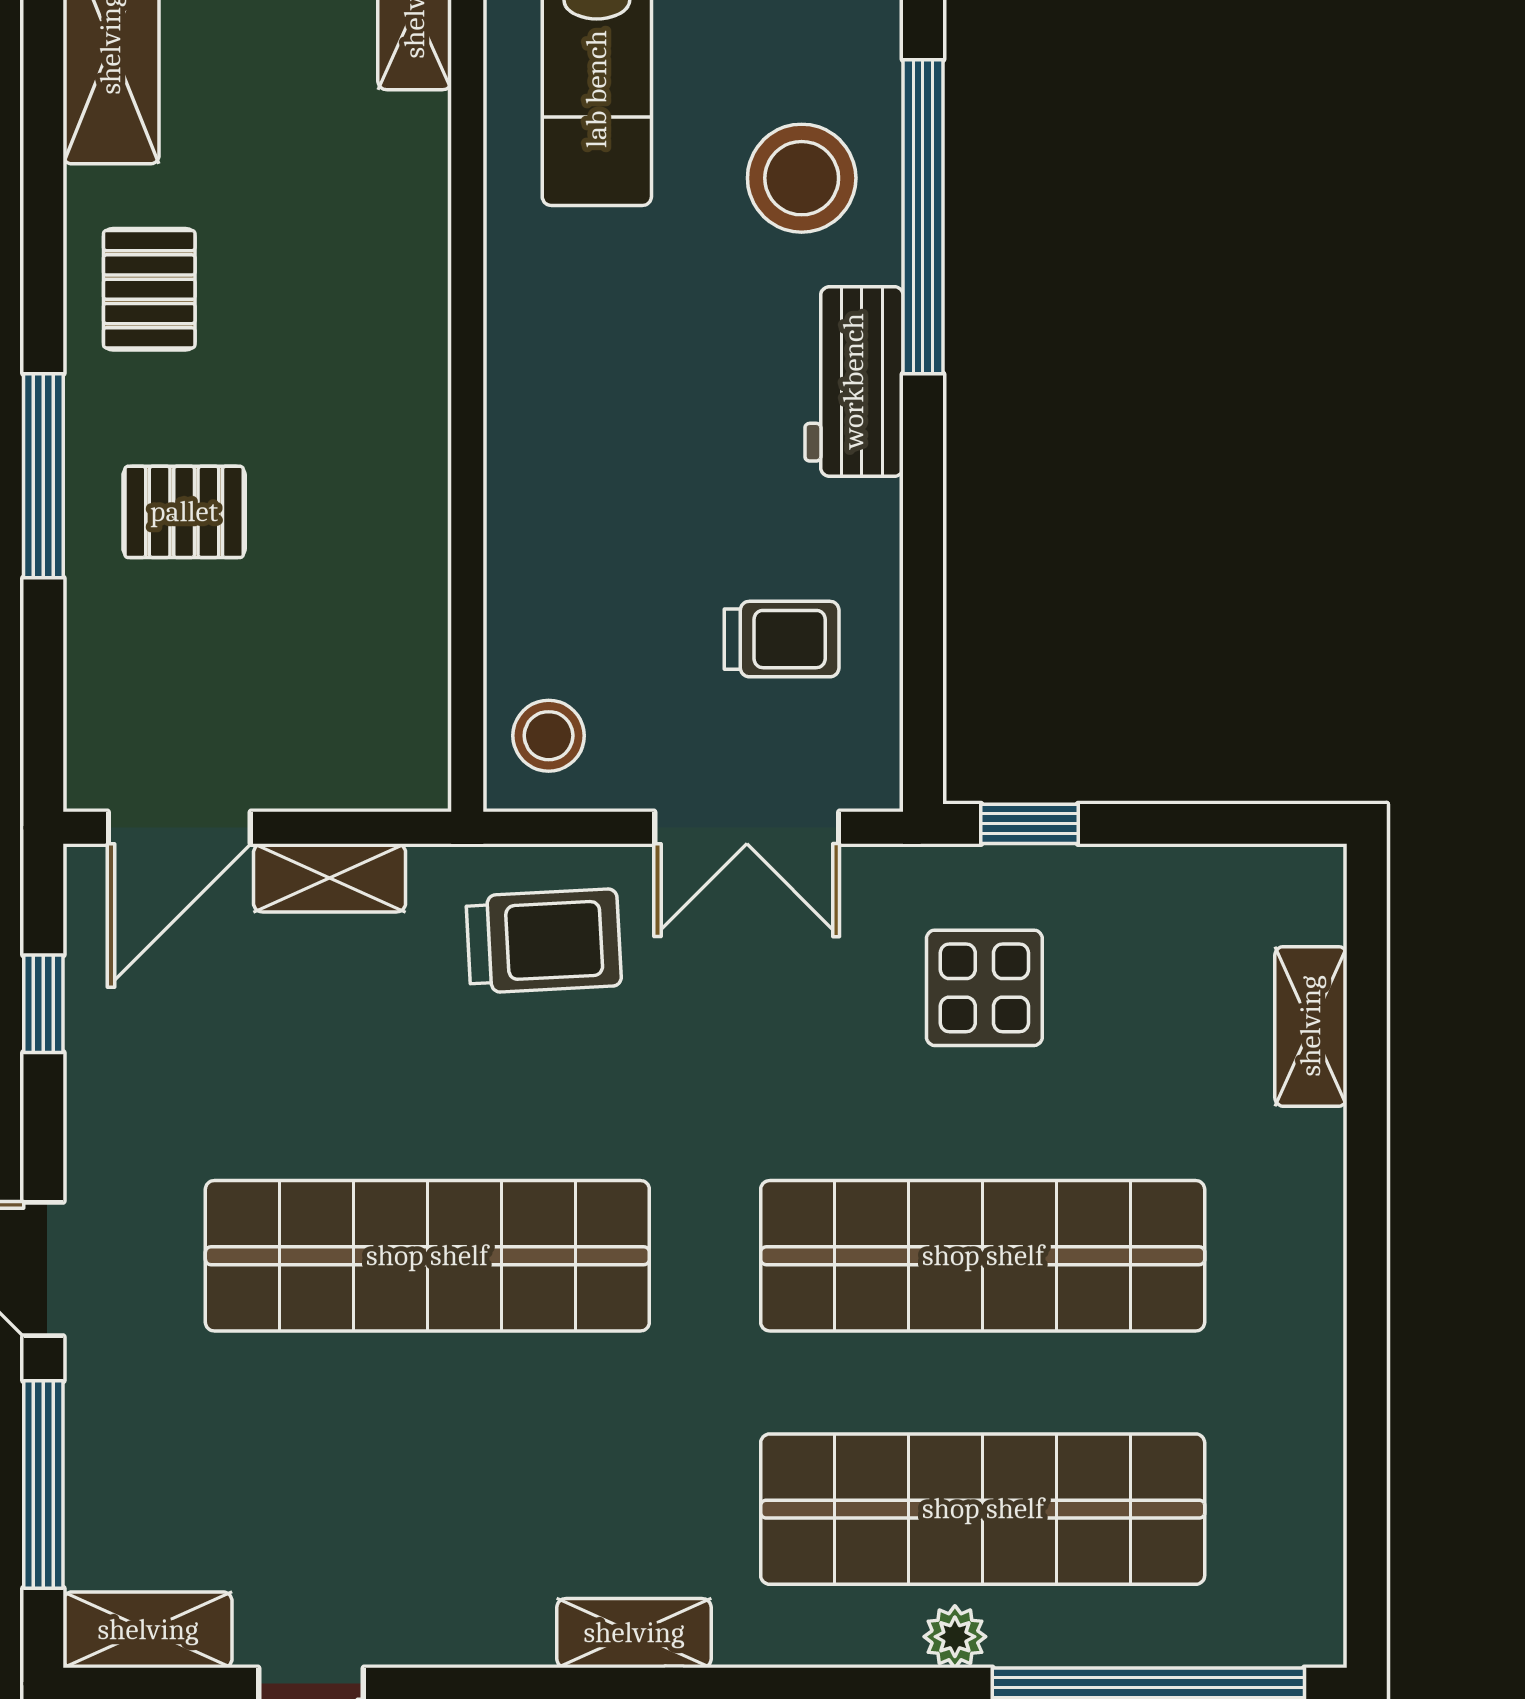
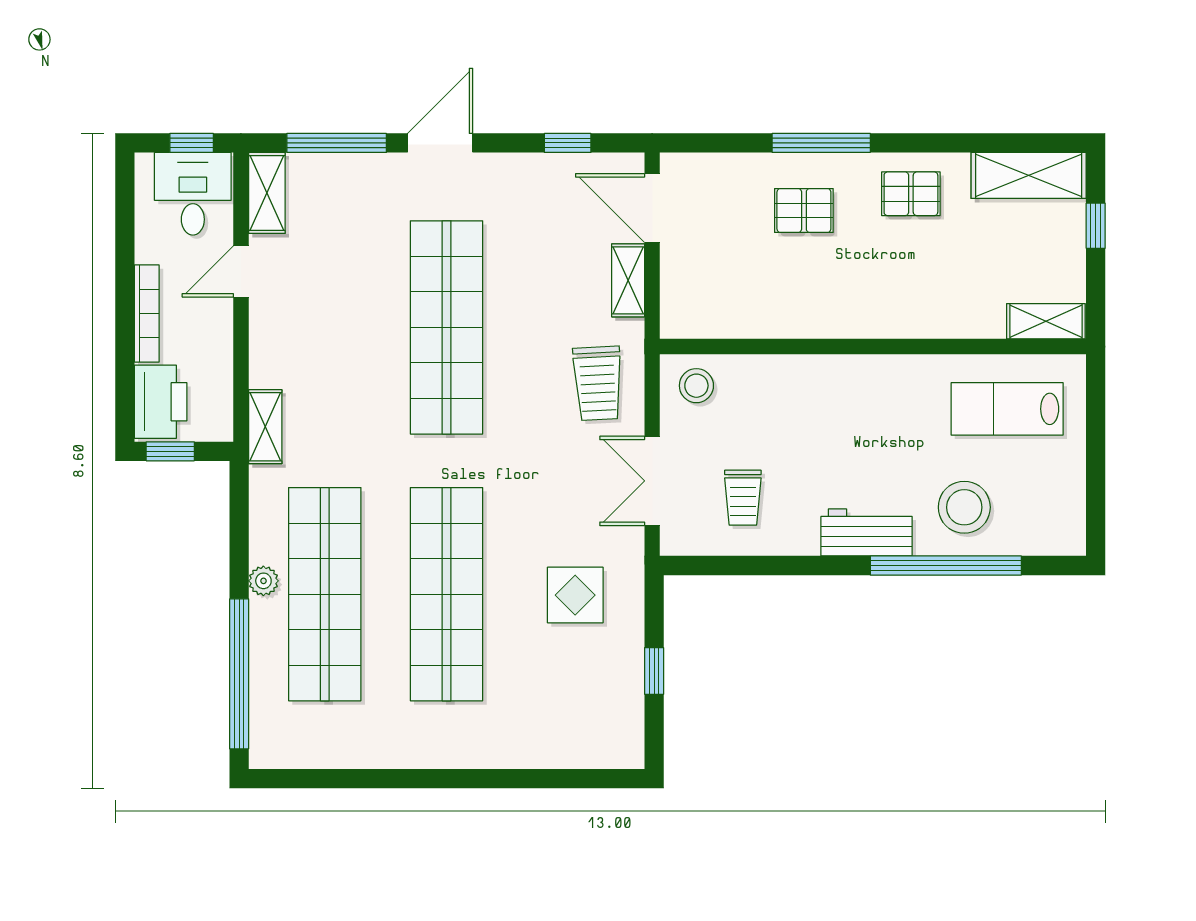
pallet: (184, 512) -> (804, 211), turned 90
window: (1029, 824) -> (654, 671), moved
shelving: (1311, 1026) -> (557, 752), removed

